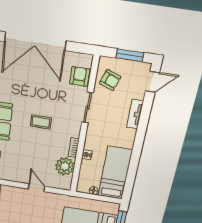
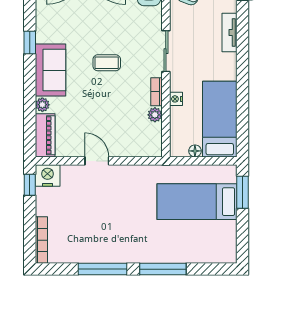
sliding door: (88, 108) -> (166, 51), moved
plant: (65, 166) -> (155, 115), width x0.53, depth x0.53
door: (37, 188) -> (97, 161), moved

